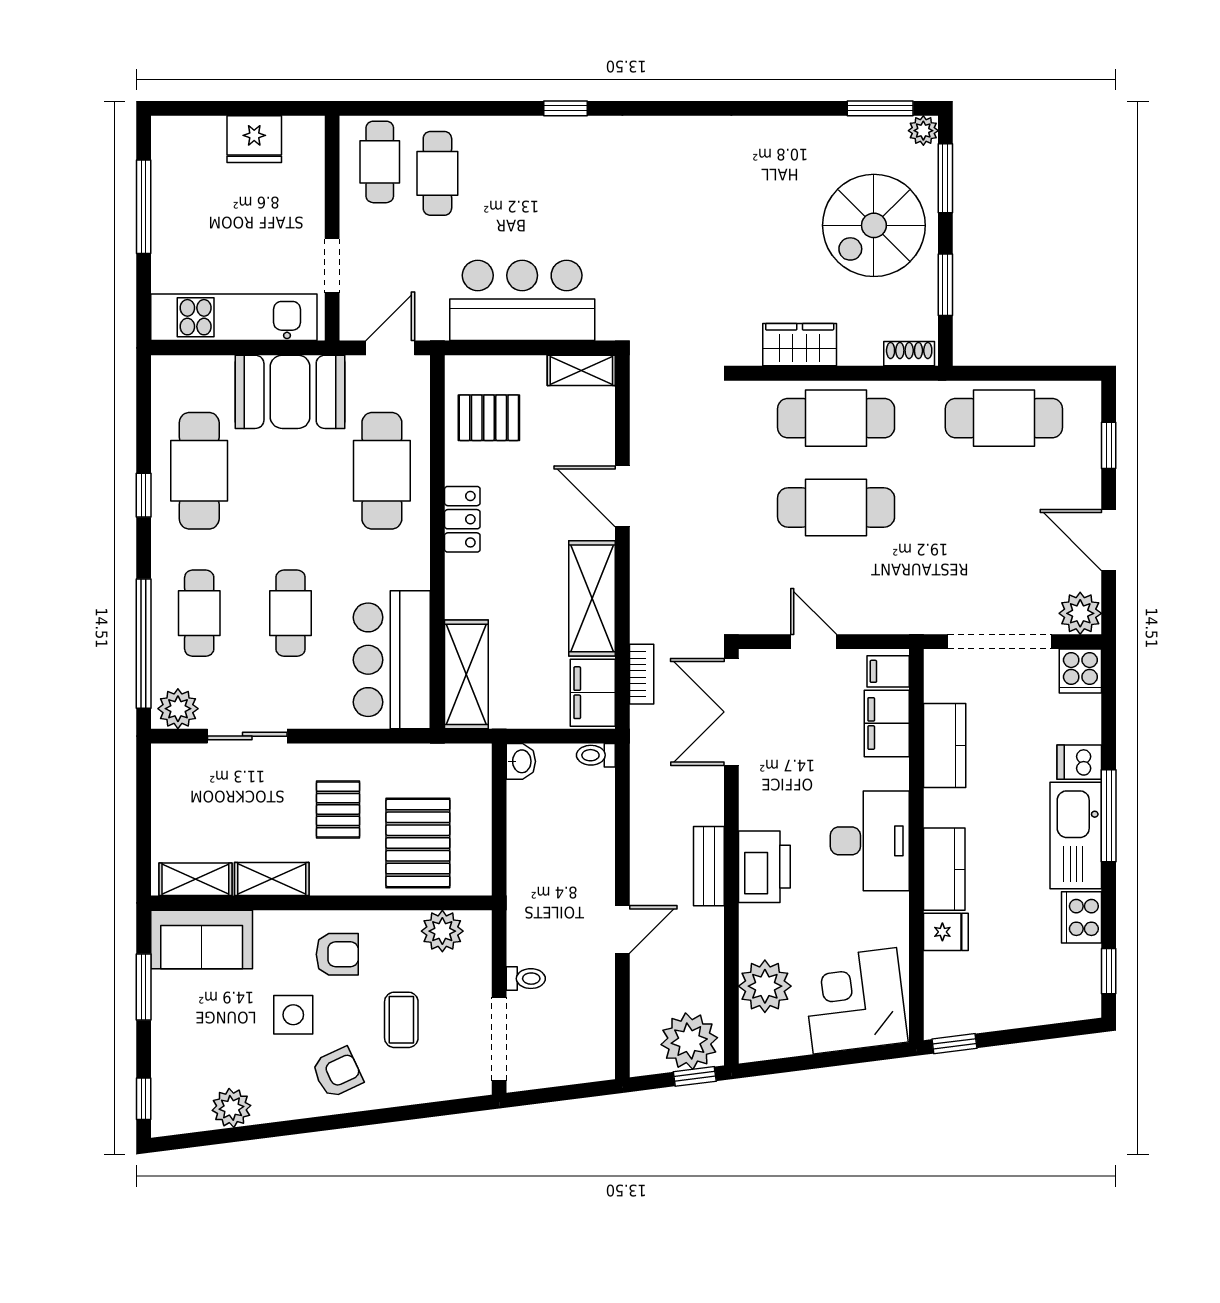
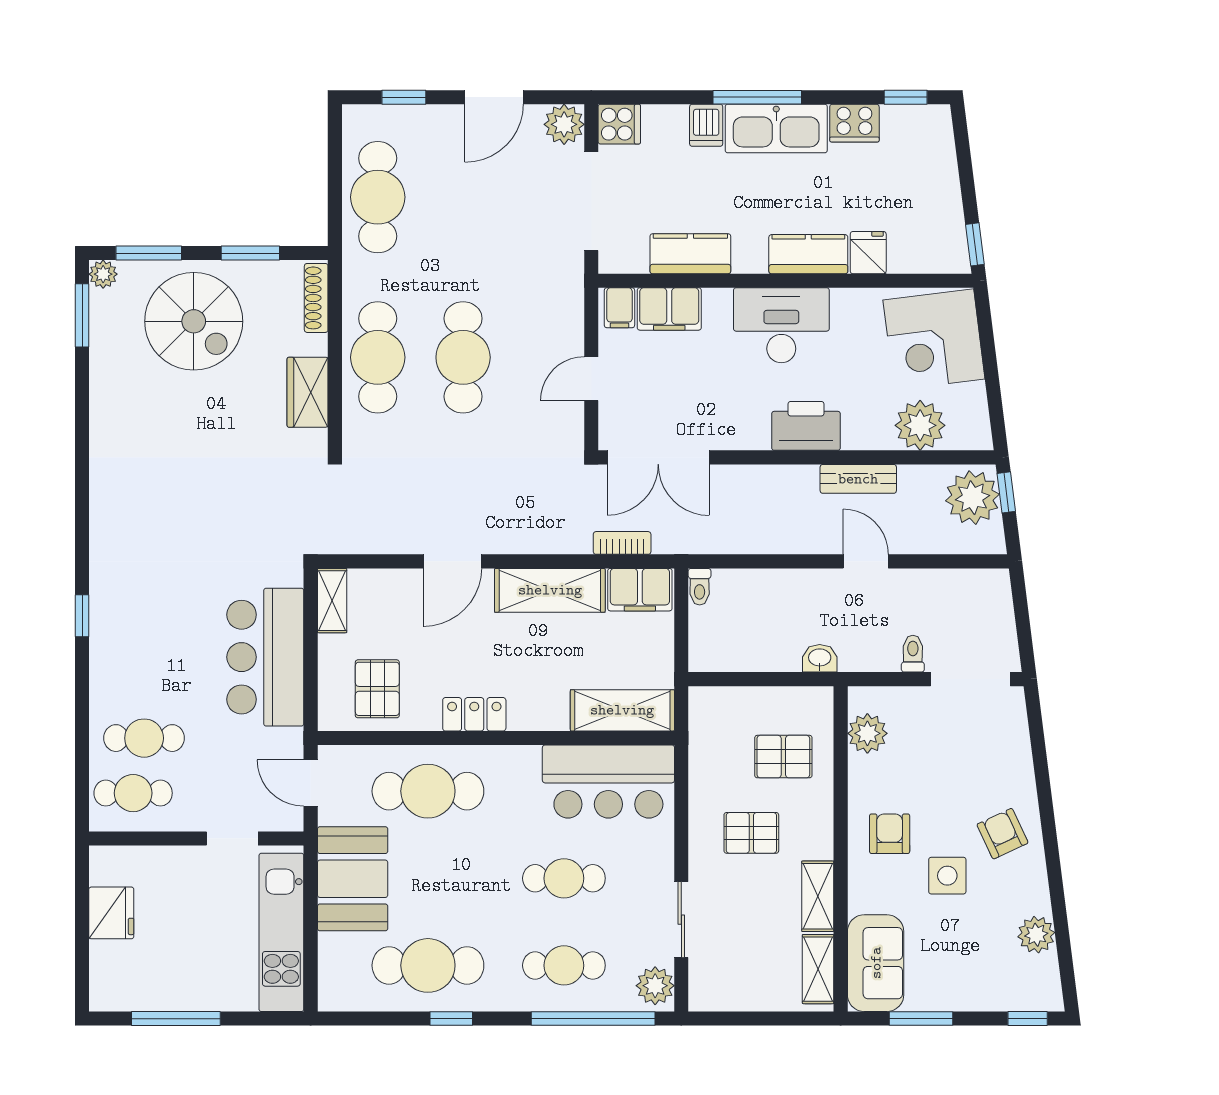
shoe rack: (909, 354) -> (316, 298), width x1.43
washbasin: (521, 761) -> (820, 658), moved
pallet: (418, 843) -> (783, 757), width x0.67, depth x0.71
bench: (709, 866) -> (858, 479), moved
coffee table: (401, 1020) -> (952, 773), removed

